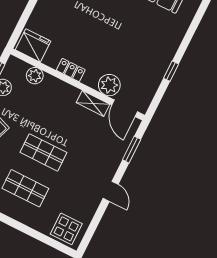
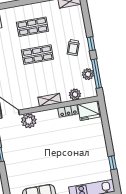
locker: (71, 70) -> (68, 111), moved
shelving: (93, 103) -> (49, 100), moved

